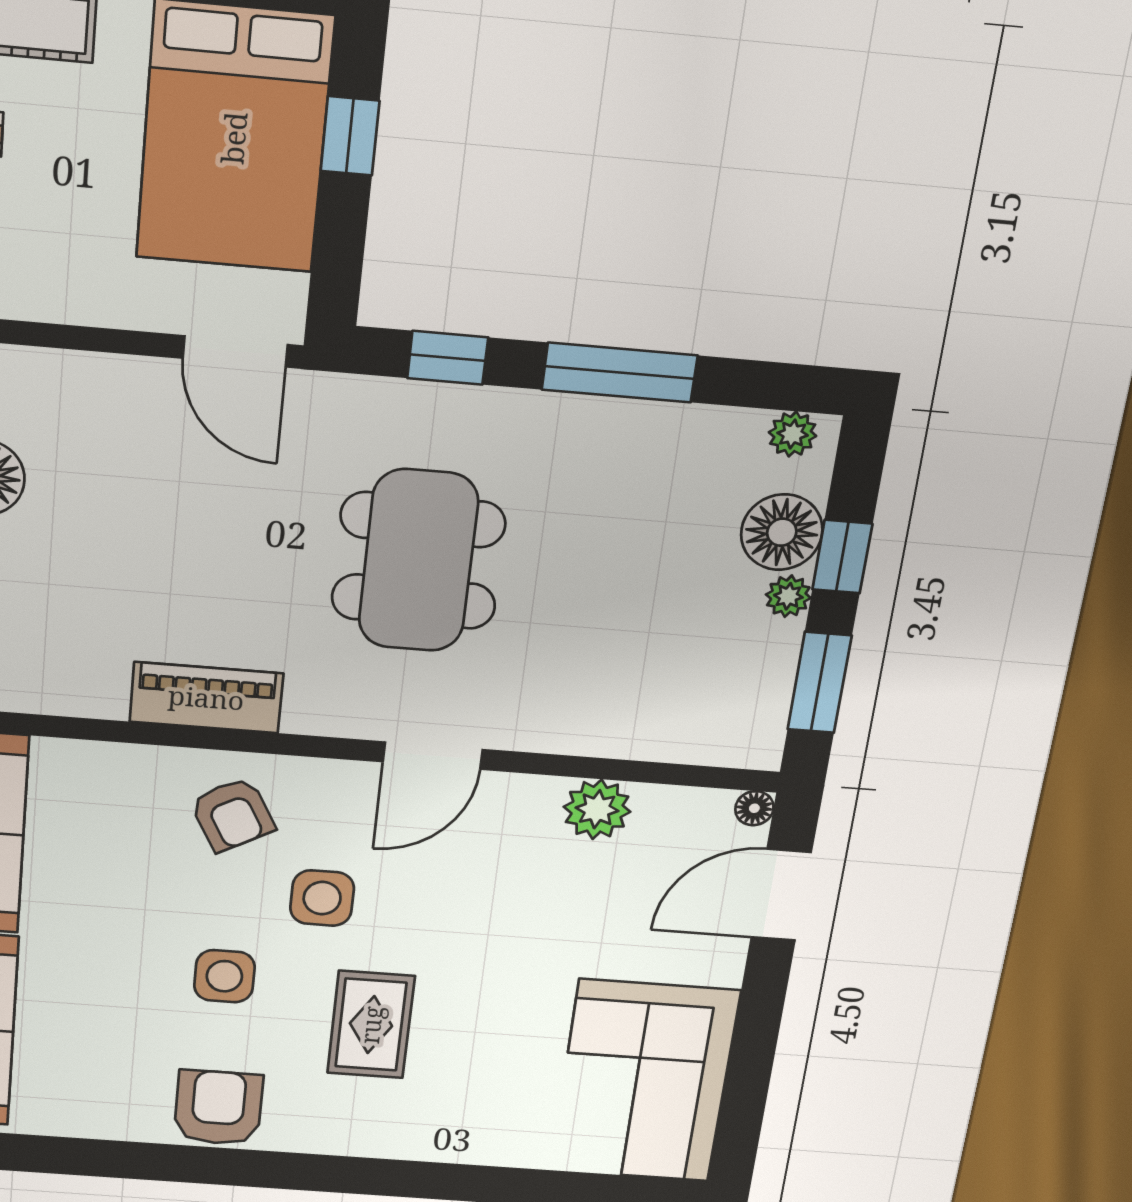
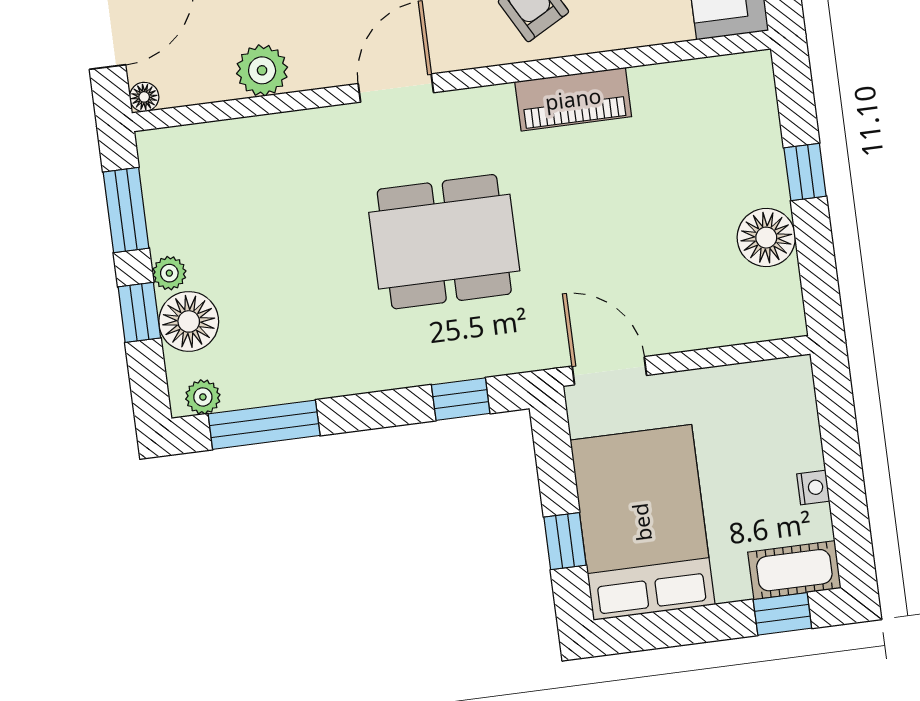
window: (620, 373) -> (264, 425), moved
dining table: (418, 561) -> (444, 242), turned 90

